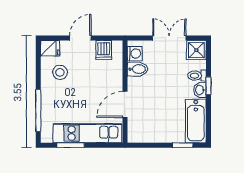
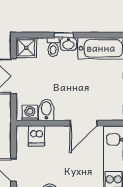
dishwasher: (104, 50) -> (36, 136), moved, turned 90
door: (125, 104) -> (84, 123), hinge flipped

